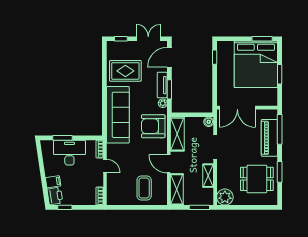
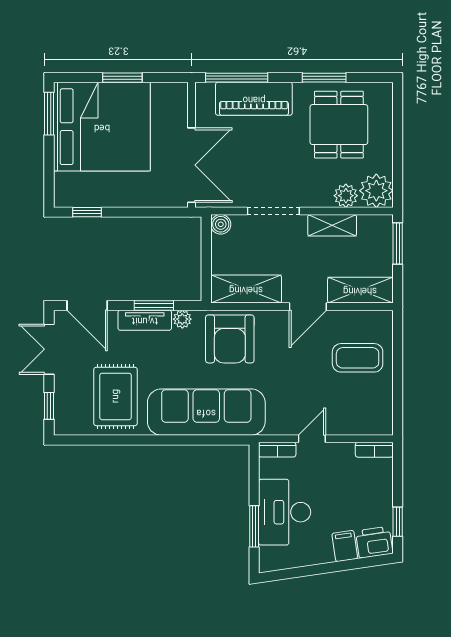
plant: (223, 182) -> (346, 196), added

